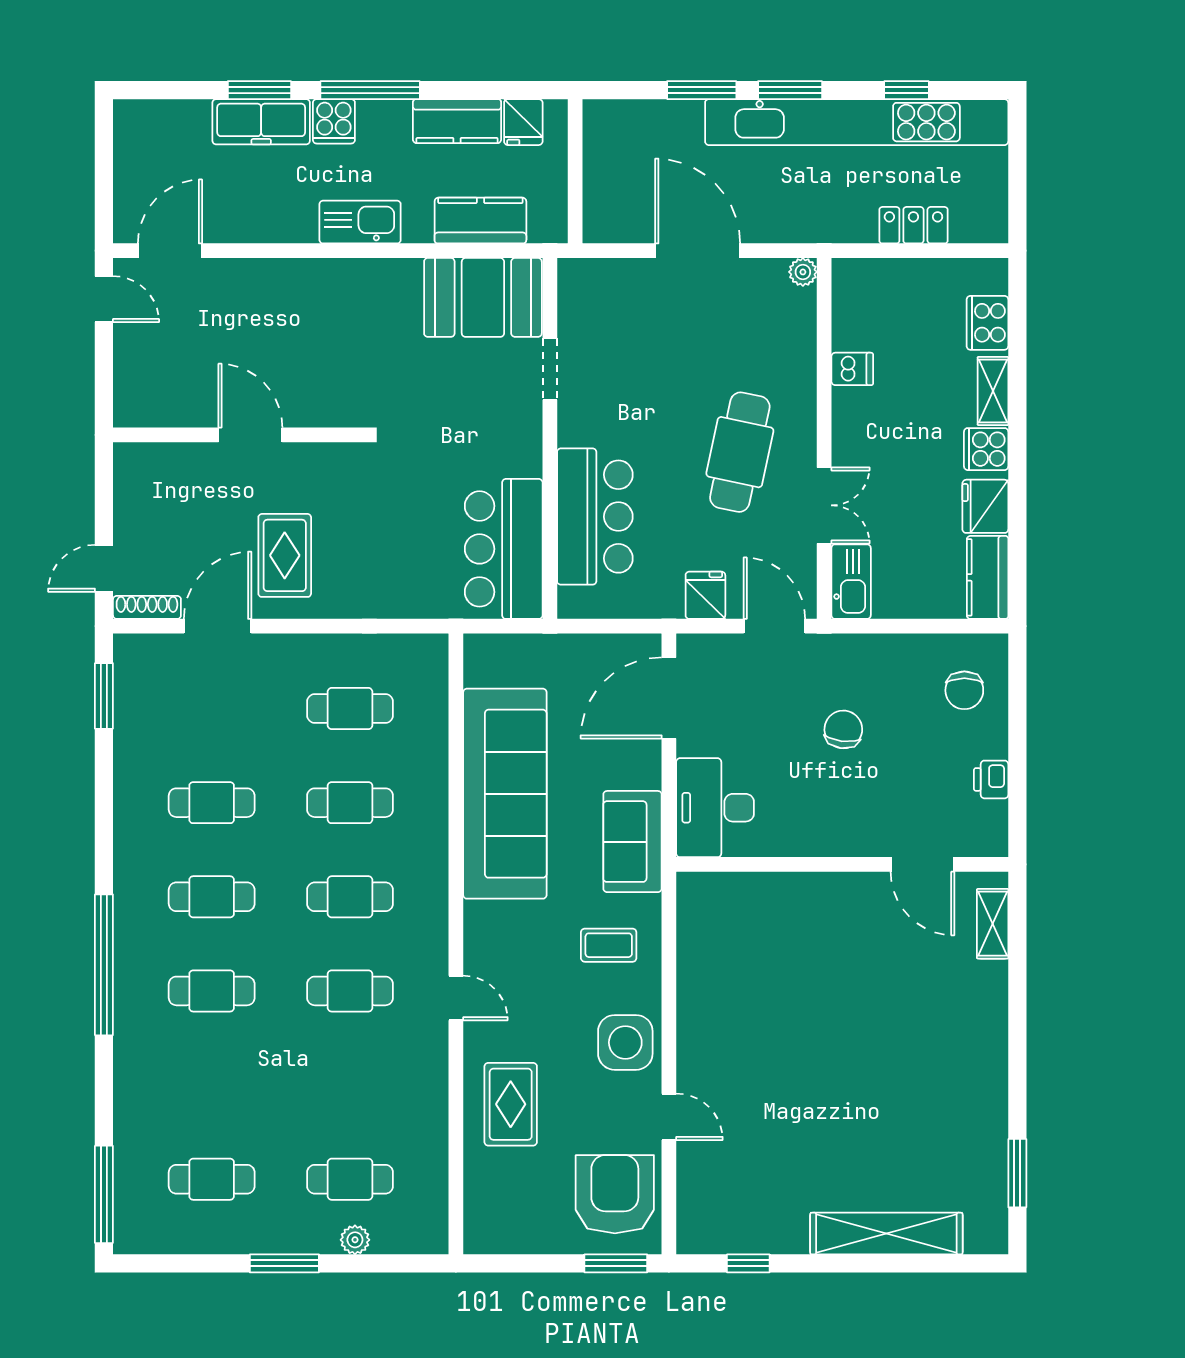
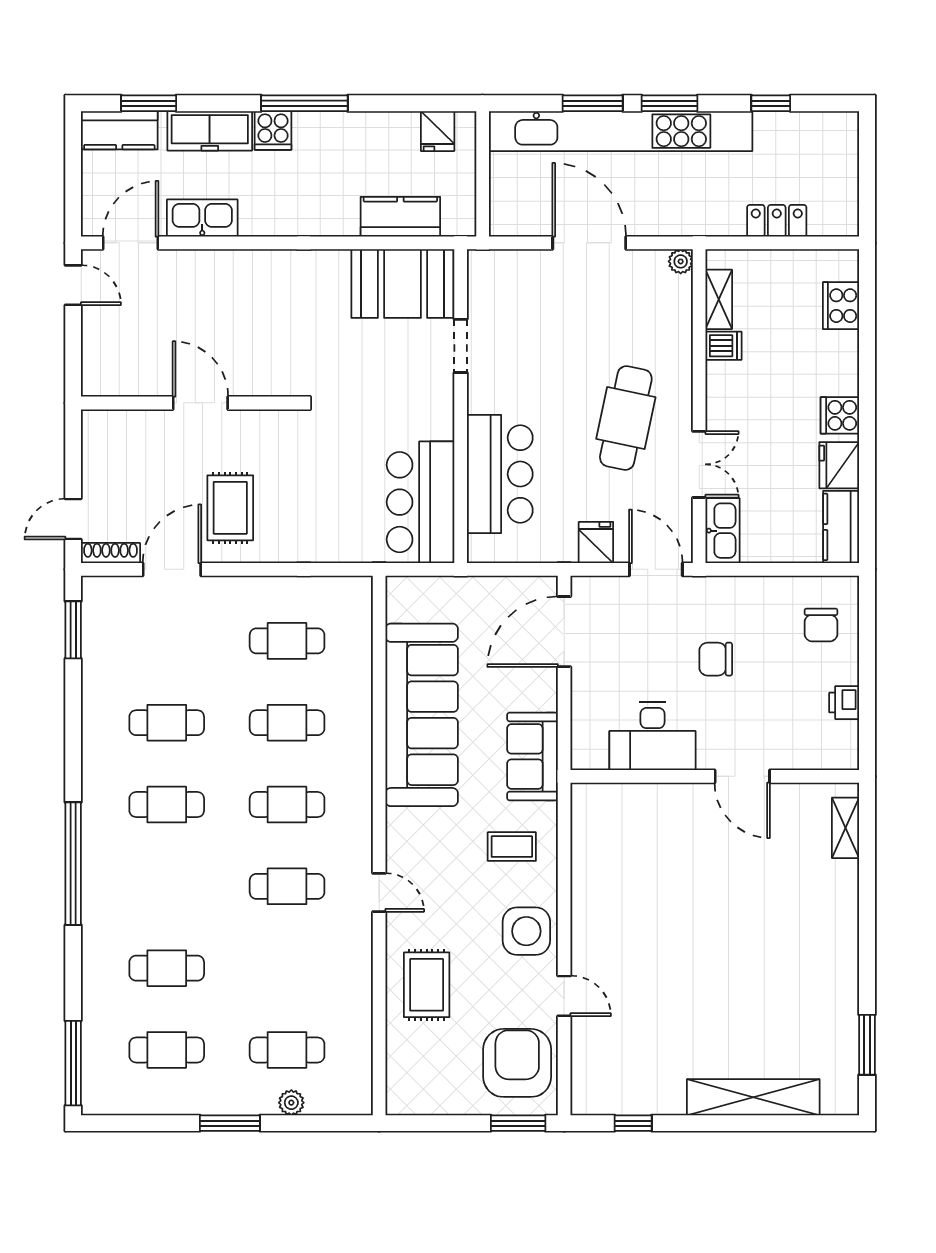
window: (259, 90) -> (149, 103), moved
kitchen counter: (457, 121) -> (119, 130), moved
kitchen unit: (857, 122) -> (621, 131), moved
kitchen sink: (360, 222) -> (202, 218), moved
shelving: (993, 391) -> (719, 299), moved
chair: (843, 729) -> (716, 659), turned -97
desk: (715, 808) -> (652, 736), moved, turned -90
door: (923, 864) -> (742, 776), moved
cafe table: (212, 991) -> (167, 968), moved

